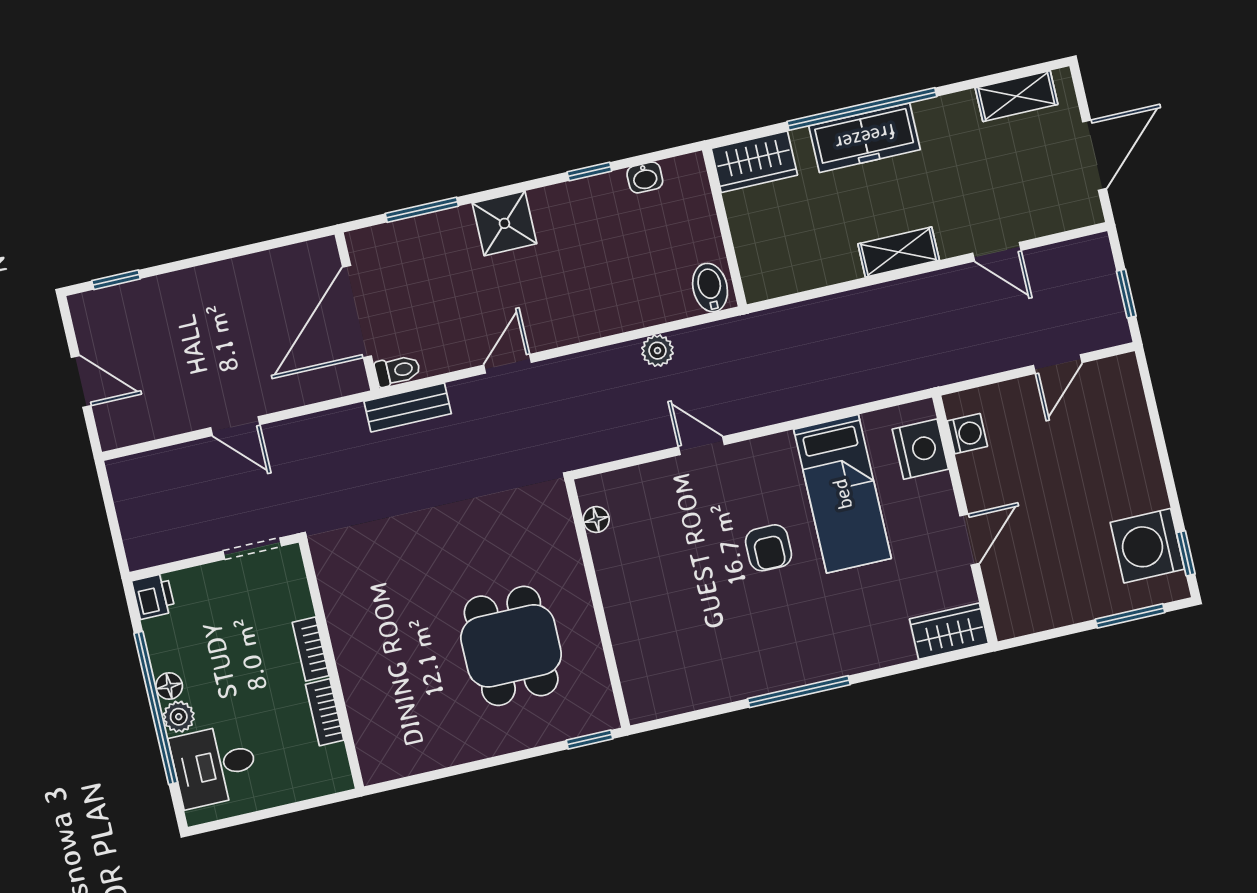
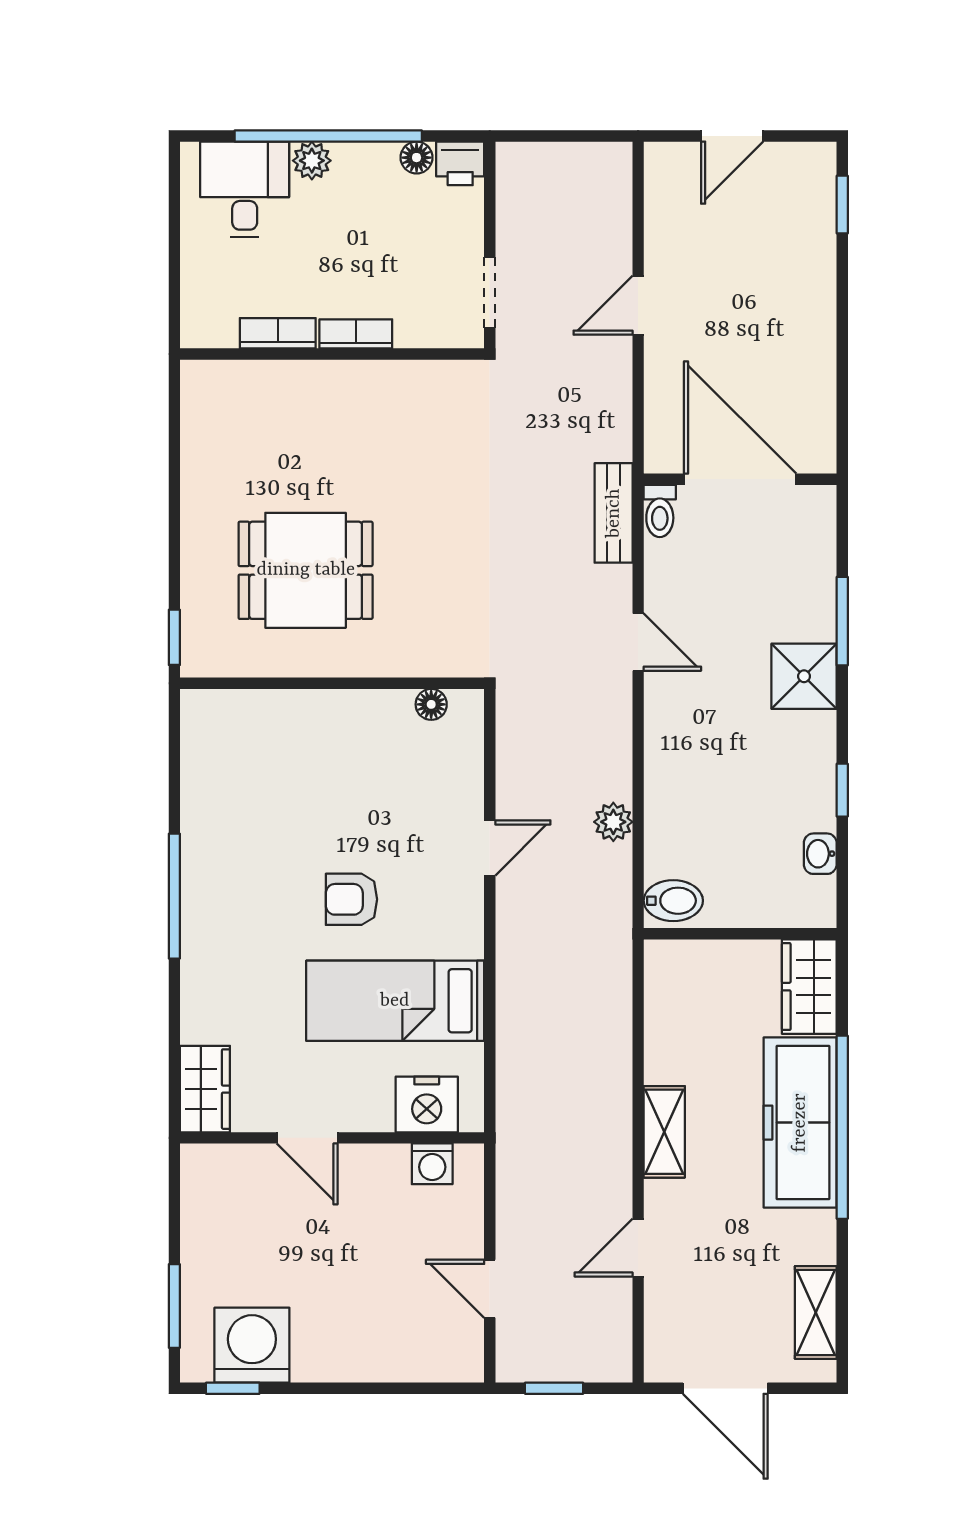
freezer: (865, 138) -> (800, 1123), width x1.36, depth x1.26
window: (422, 210) -> (842, 621), moved
floor lamp: (169, 686) -> (417, 158), moved

